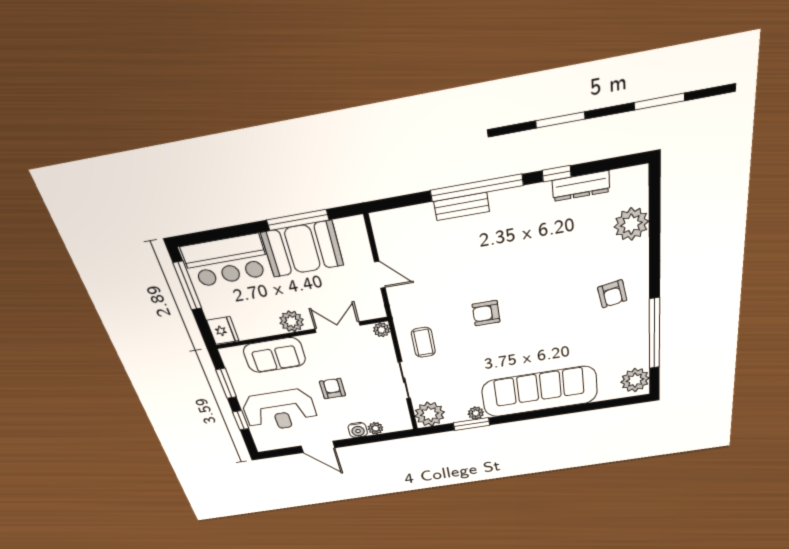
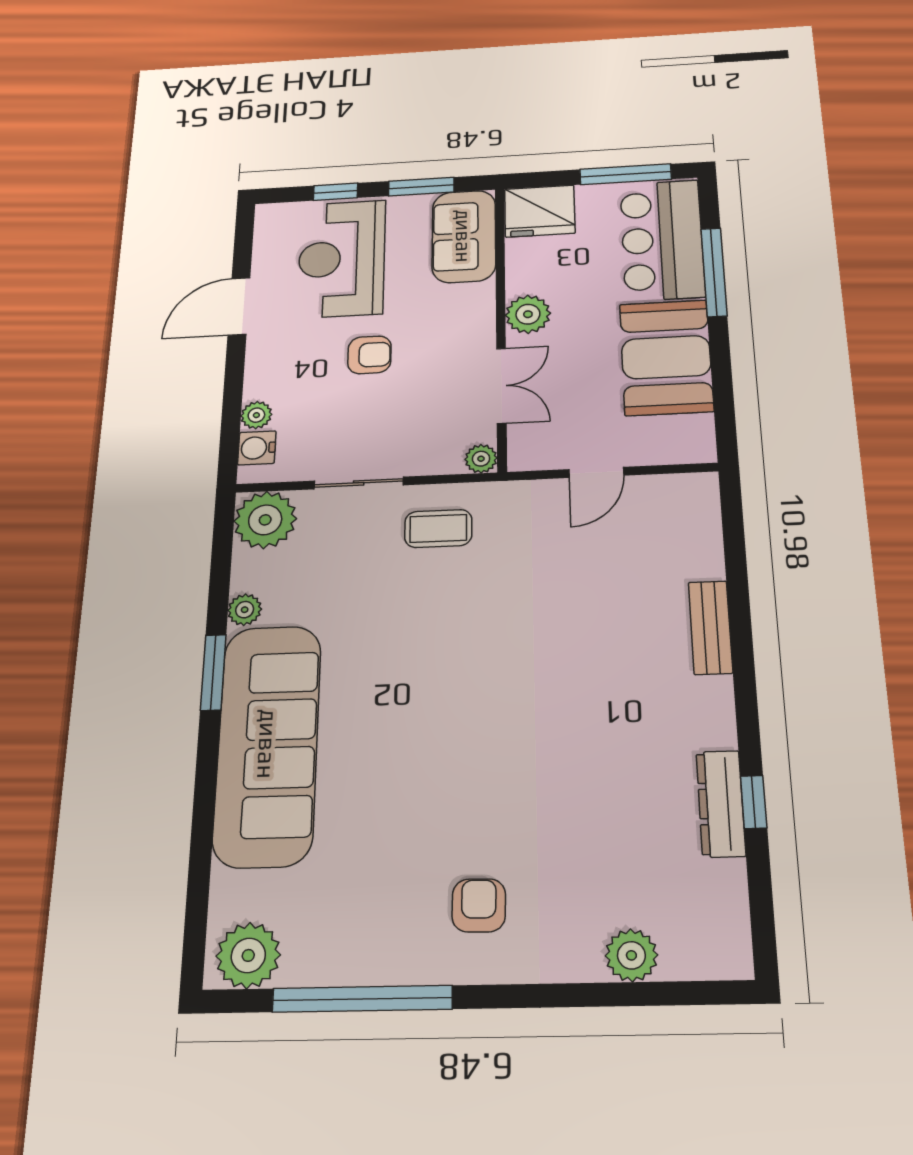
dresser: (581, 186) -> (721, 804), moved
window: (477, 188) -> (743, 657), removed
window: (298, 220) -> (714, 272), moved
plant: (631, 224) -> (631, 955), width x0.73, depth x0.73
armchair: (612, 294) -> (479, 905), turned 101
armchair: (486, 313) -> (481, 651), removed
fridge: (223, 331) -> (540, 211), width x1.36, depth x1.34
sofa: (275, 355) -> (464, 236), moved
window: (472, 424) -> (213, 672), moved
water cooler: (358, 430) -> (257, 448), moved

